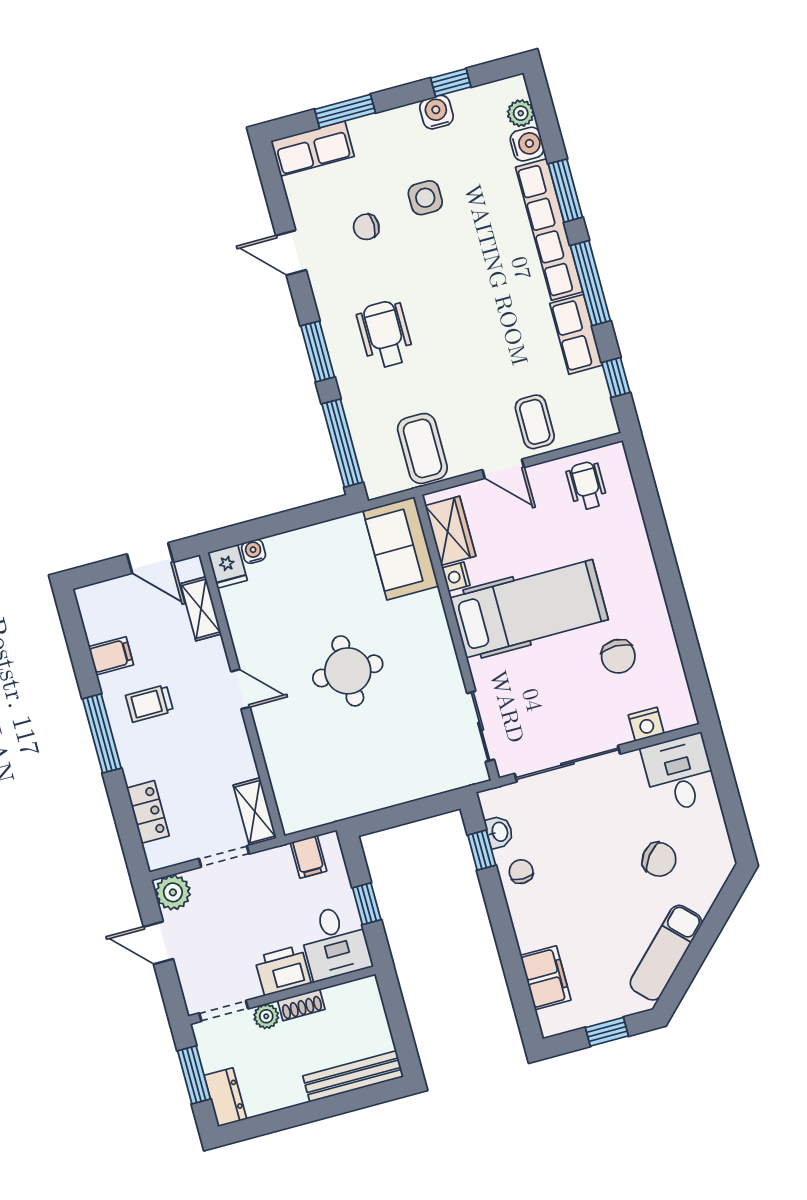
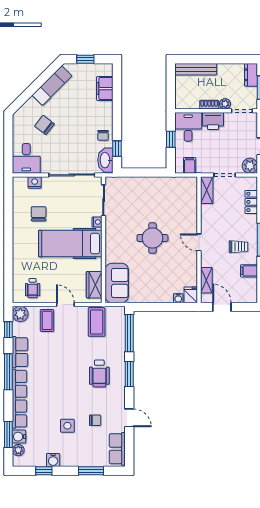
row of seats: (313, 149) -> (117, 449), moved, turned -90
window: (565, 191) -> (8, 434), moved
plant: (599, 420) -> (20, 314), added
nightstand: (456, 577) -> (97, 222), moved
washbasin: (499, 832) -> (105, 160), width x1.91, depth x1.45

